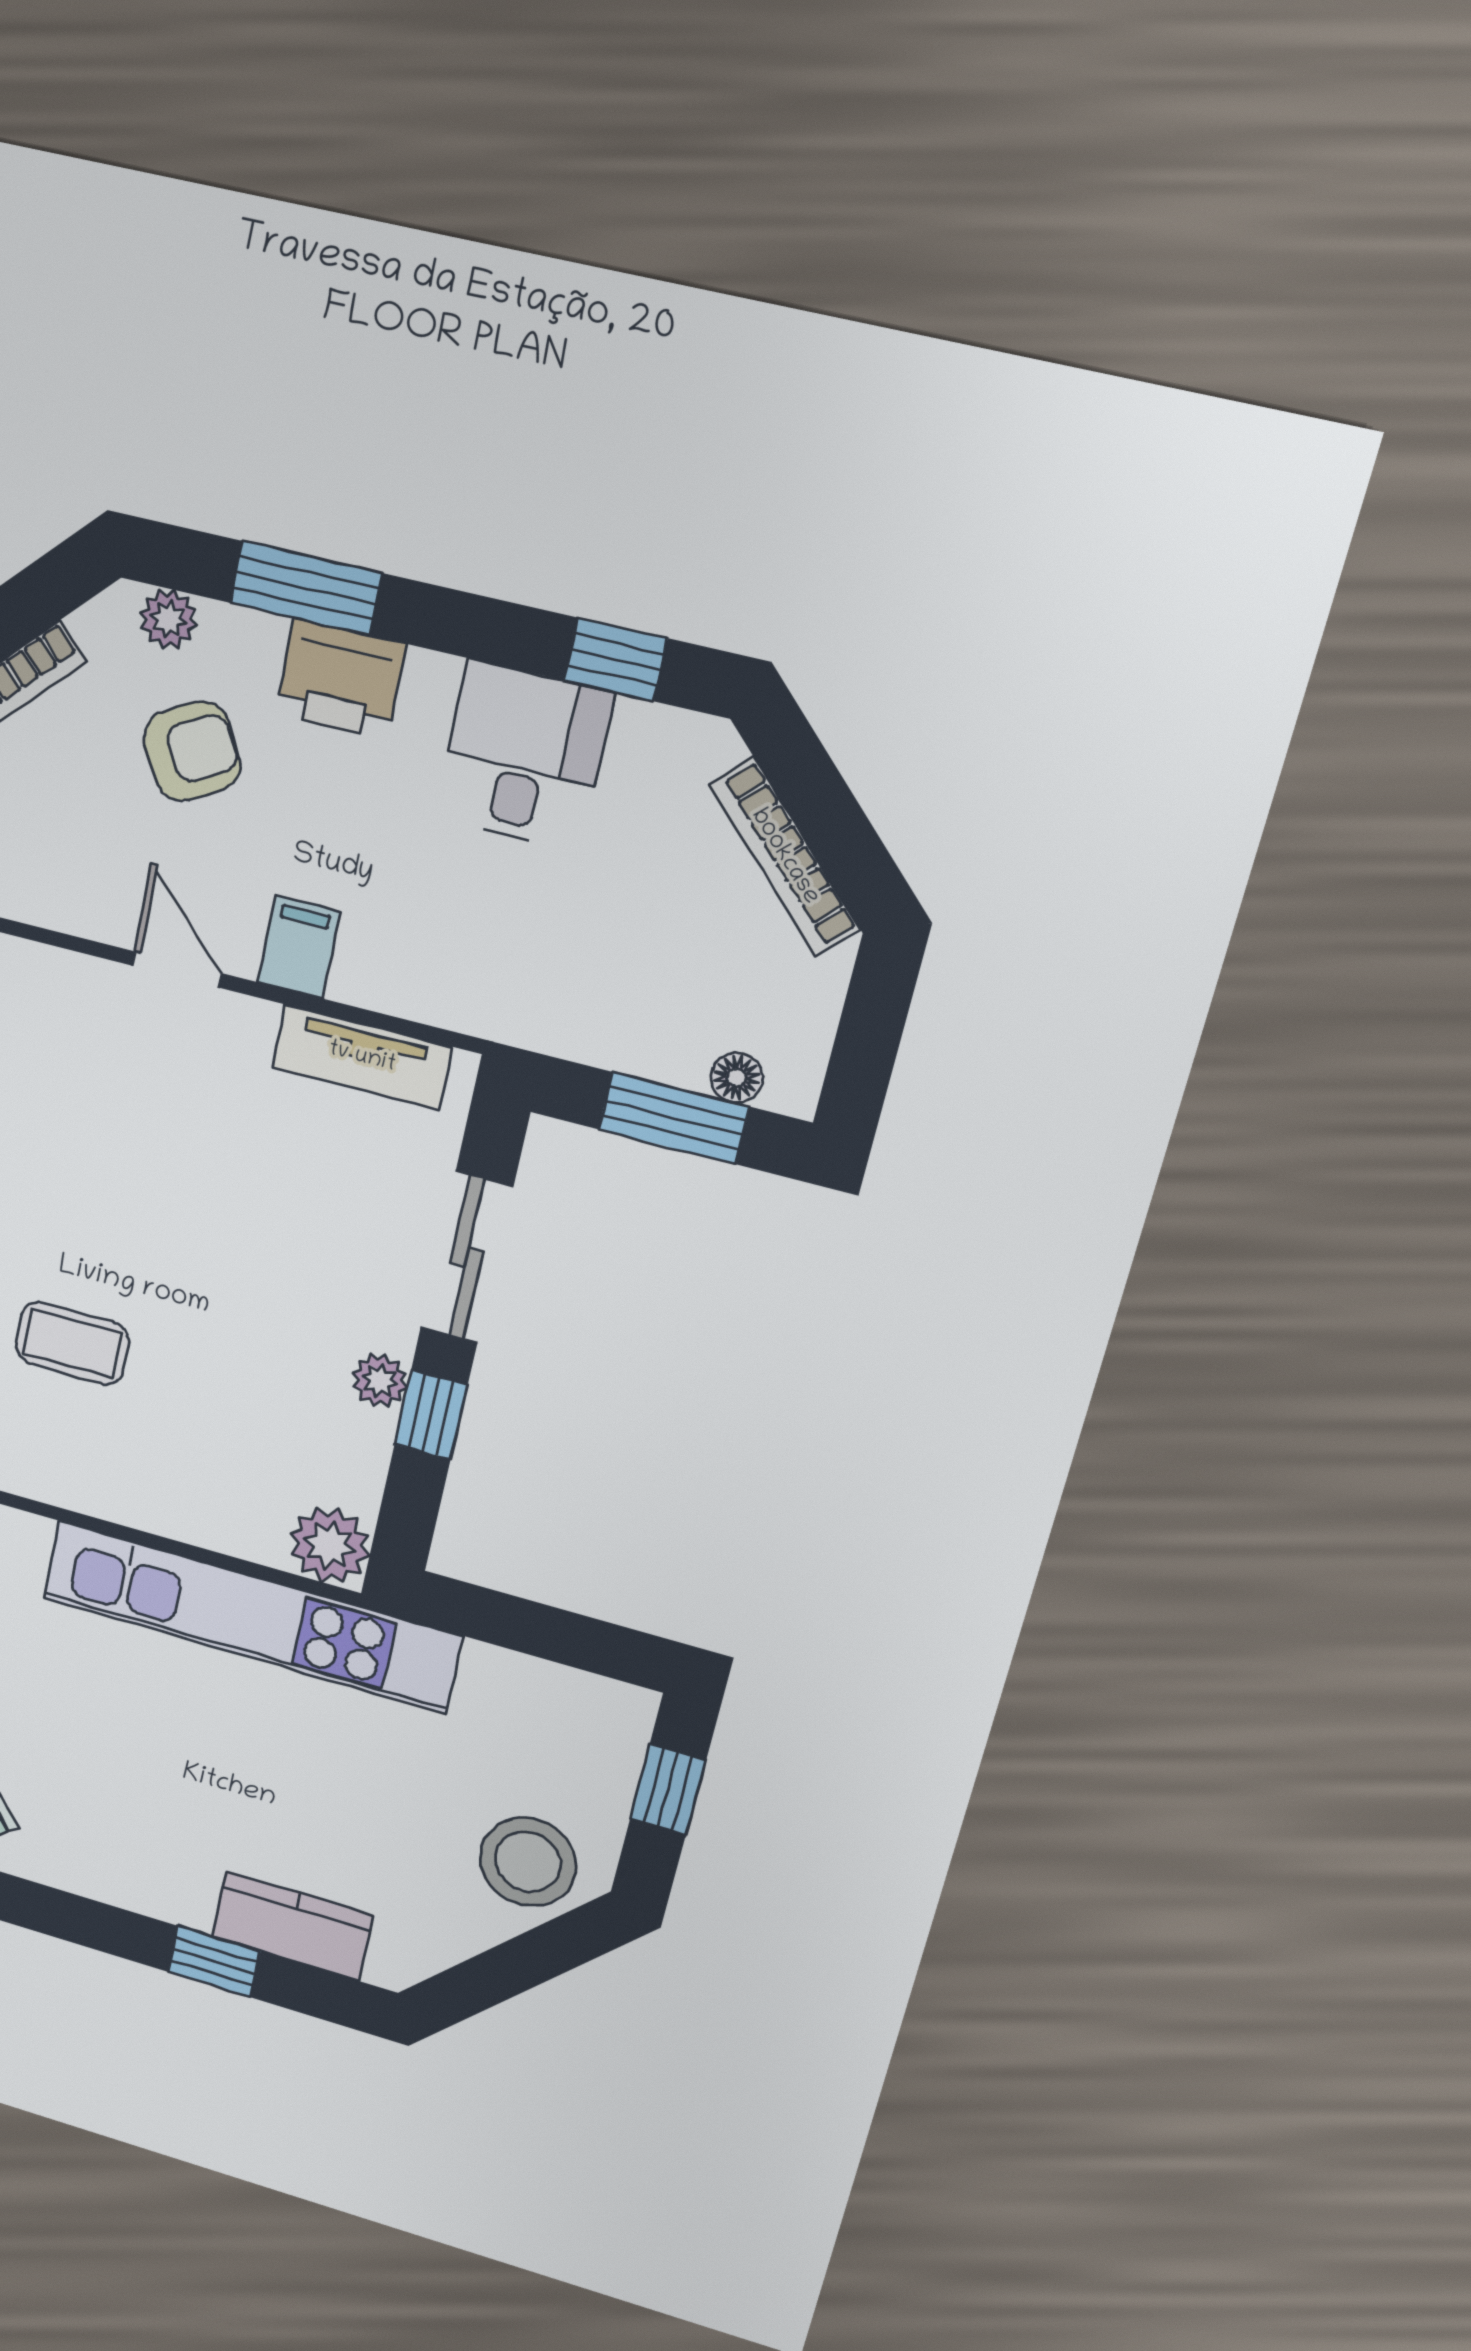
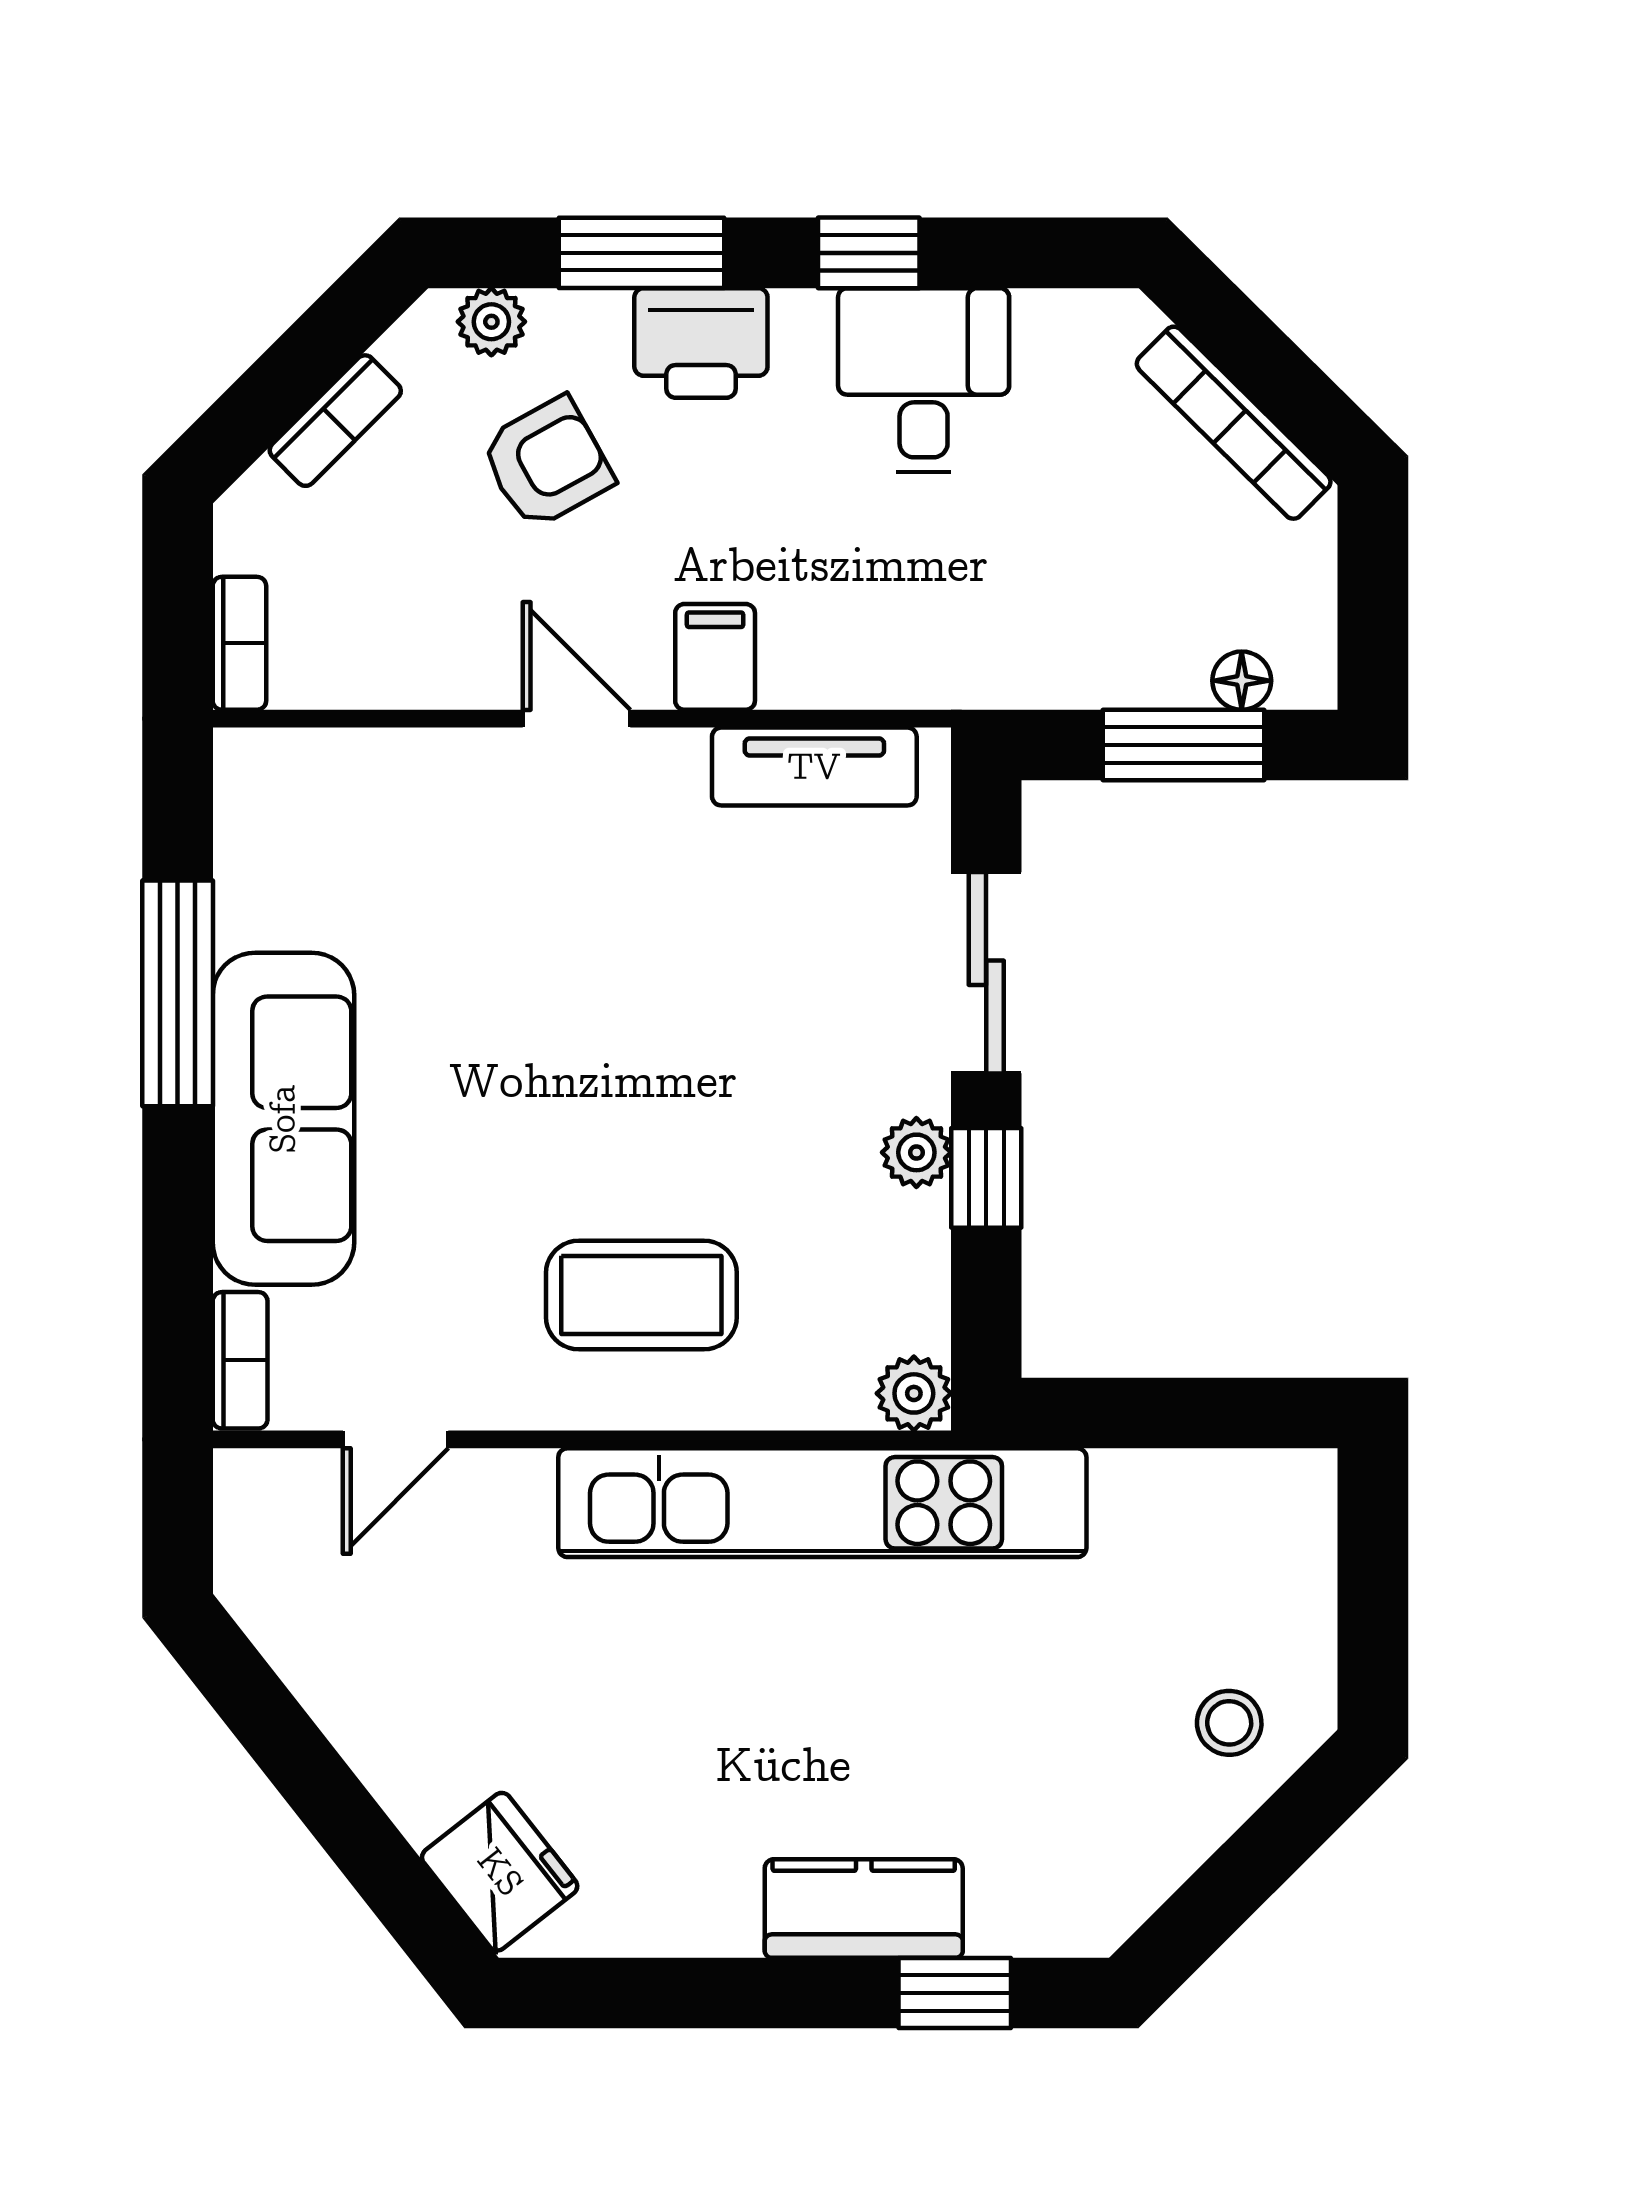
window: (615, 659) -> (869, 253), moved
coffee table: (72, 1343) -> (641, 1295), moved, width x1.36, depth x1.30
plant: (330, 1545) -> (914, 1393), width x0.73, depth x0.73
window: (668, 1790) -> (1373, 1572), removed
stool: (528, 1862) -> (1229, 1723), width x0.53, depth x0.53
kitchen counter: (293, 1926) -> (864, 1908), moved
window: (214, 1962) -> (955, 1993), moved

